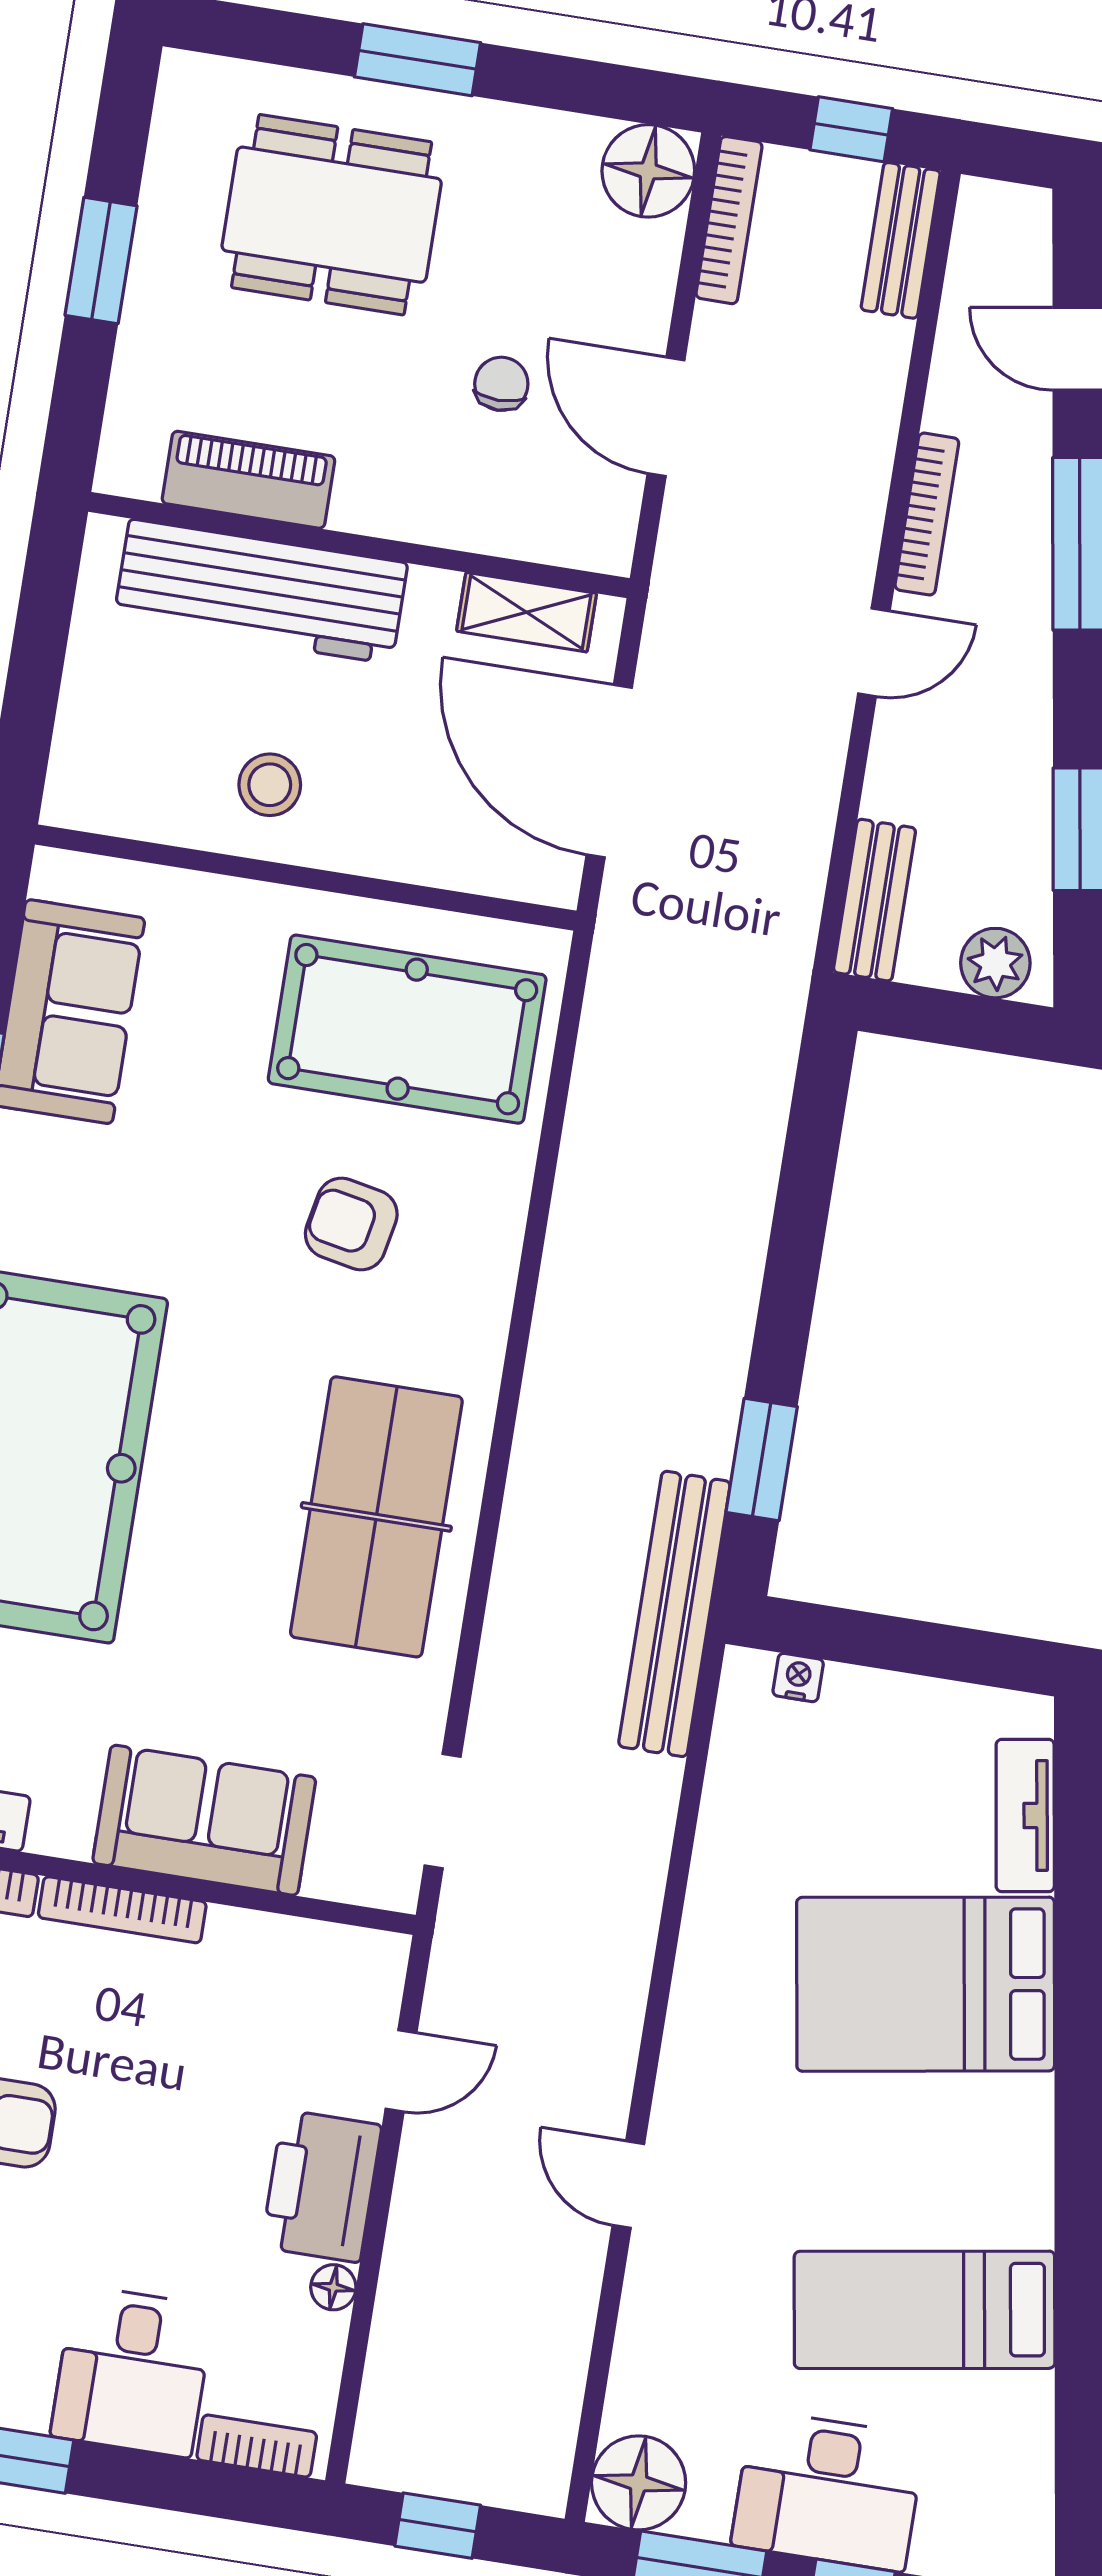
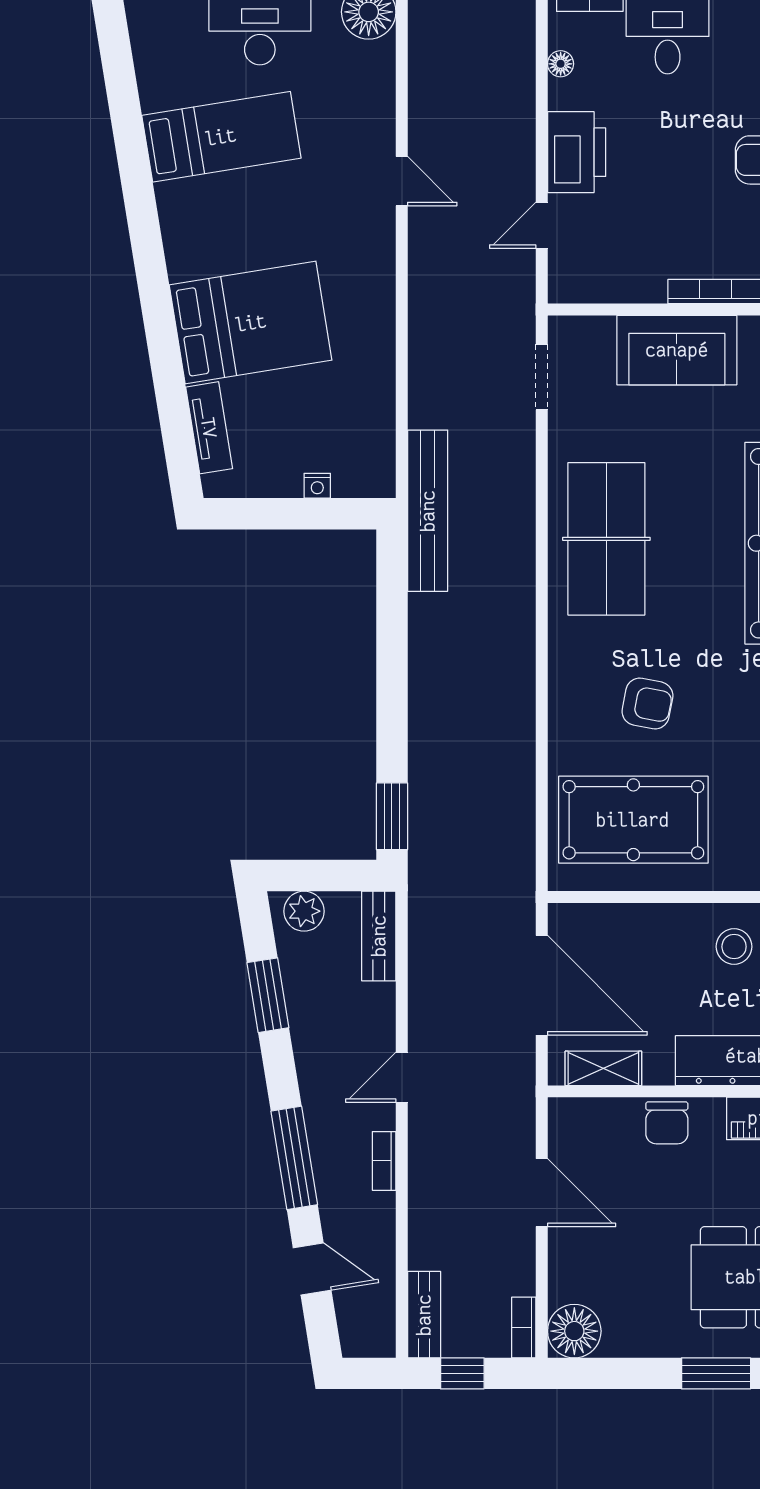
bookcase: (729, 220) -> (524, 1328), width x0.64
chair: (501, 384) -> (667, 1123), moved, width x1.37, depth x1.37
bookcase: (927, 514) -> (384, 1161), width x0.64
window: (762, 1459) -> (392, 816), moved
nightstand: (798, 1678) -> (317, 486), moved
floor lamp: (333, 2287) -> (561, 64), moved

